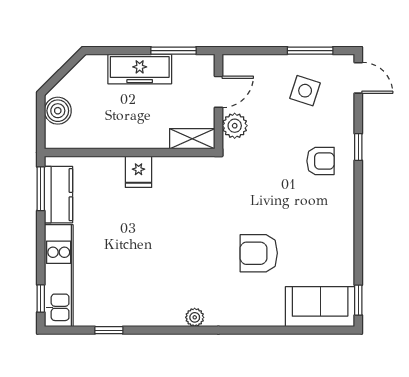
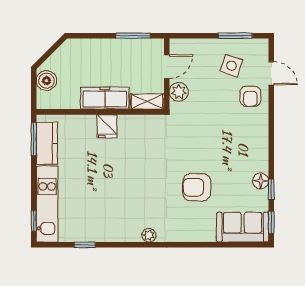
freezer: (140, 69) -> (105, 98), moved, turned 180
door: (358, 78) -> (271, 73), moved
window: (358, 147) -> (271, 189), moved
armchair: (321, 161) -> (250, 96), moved, turned 90
floor lamp: (344, 245) -> (261, 181), added

